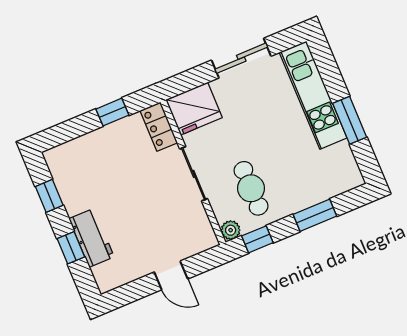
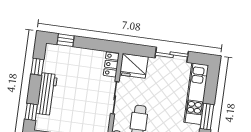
window: (112, 112) -> (66, 40), moved
workbench: (92, 238) -> (47, 94), width x1.38
window: (71, 248) -> (31, 112), moved

